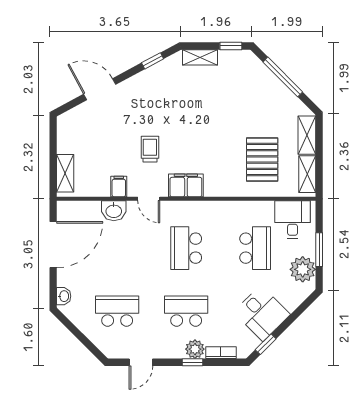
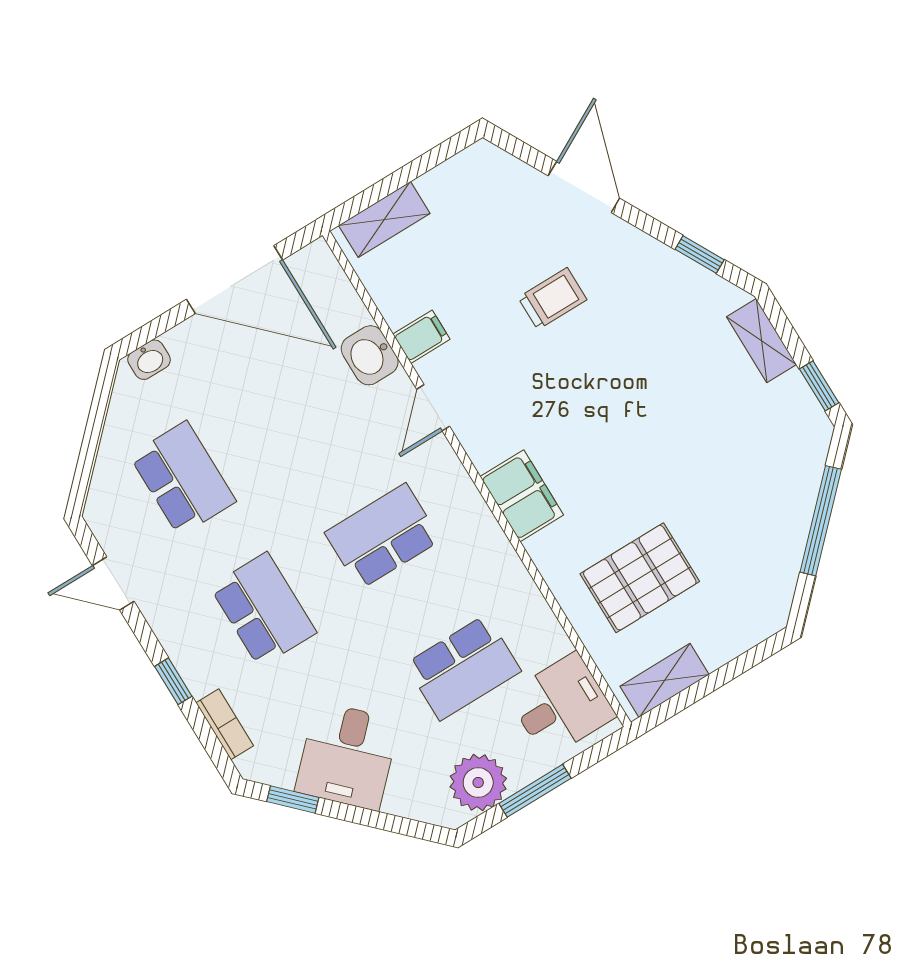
shelving: (307, 135) -> (738, 634), removed
trolley: (150, 149) -> (552, 299), moved
filing cabinet: (186, 185) -> (522, 496), moved
plant: (195, 349) -> (201, 671), removed

